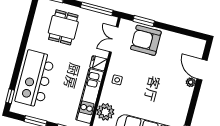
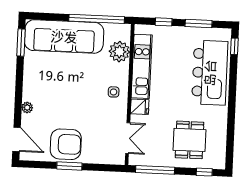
window: (144, 21) -> (69, 166), moved
armchair: (146, 40) -> (66, 144), moved
door: (202, 70) -> (17, 139), moved

